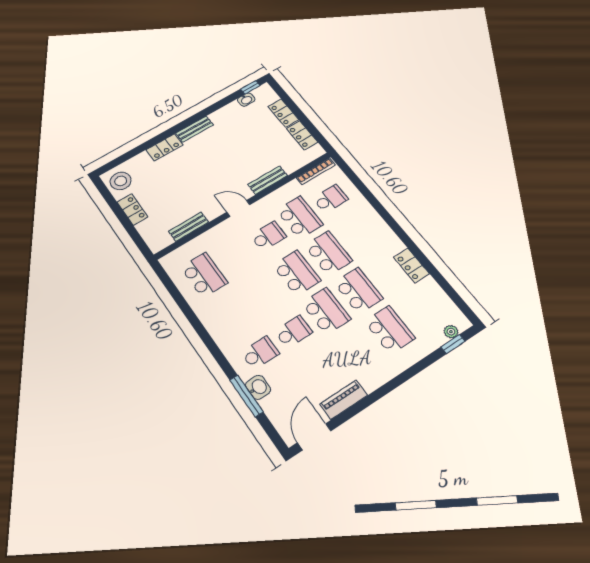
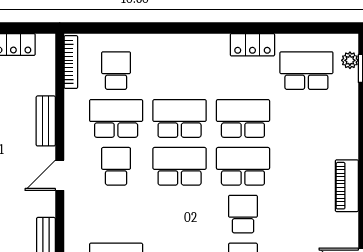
school desk: (390, 330) -> (306, 71), moved
piano: (344, 400) -> (347, 186), moved

